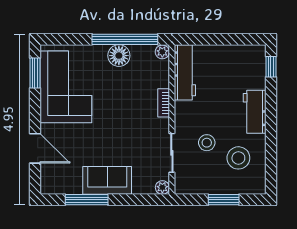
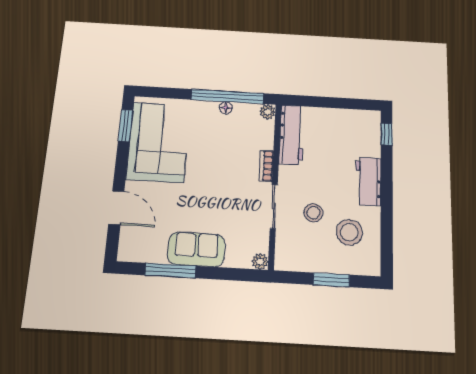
floor lamp: (119, 56) -> (226, 108), width x0.53, depth x0.53
sliding door: (172, 153) -> (274, 206), moved

